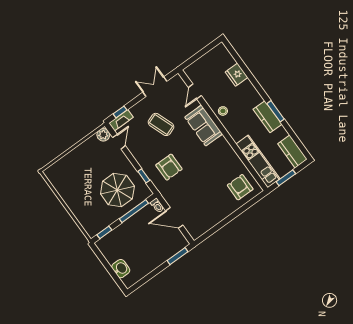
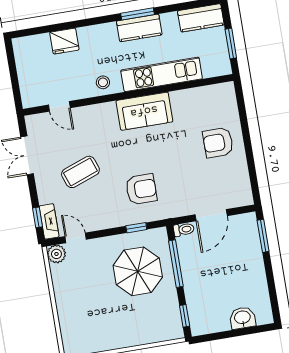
sofa: (204, 126) -> (144, 111), moved
kitchen unit: (258, 161) -> (162, 74), moved
armchair: (240, 187) -> (218, 143), moved

